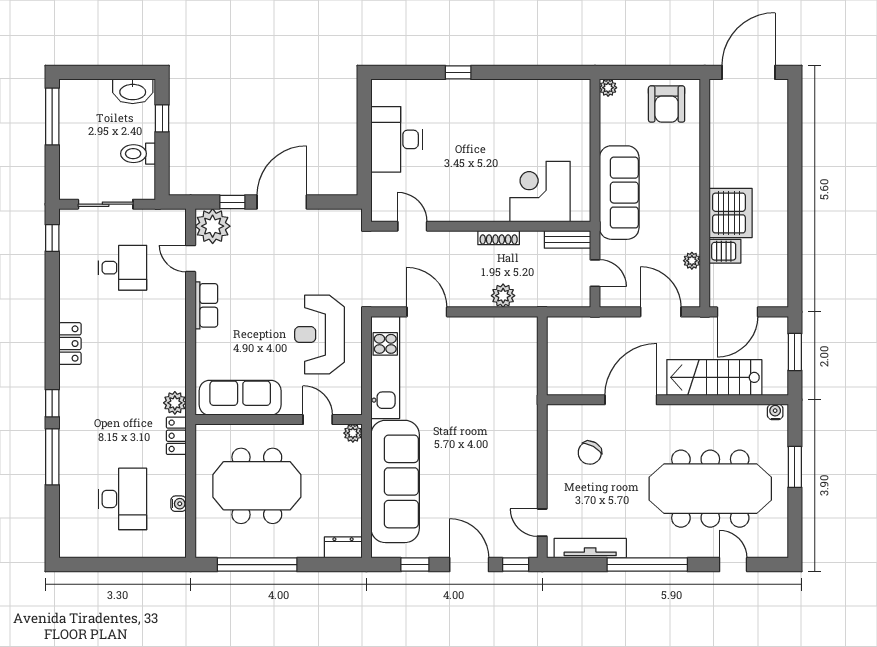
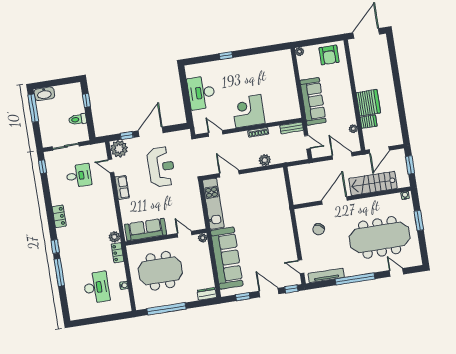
washbasin: (133, 91) -> (44, 94), moved
corner desk: (540, 192) -> (248, 111), moved
reception desk: (320, 335) -> (161, 167), moved, turned 180

